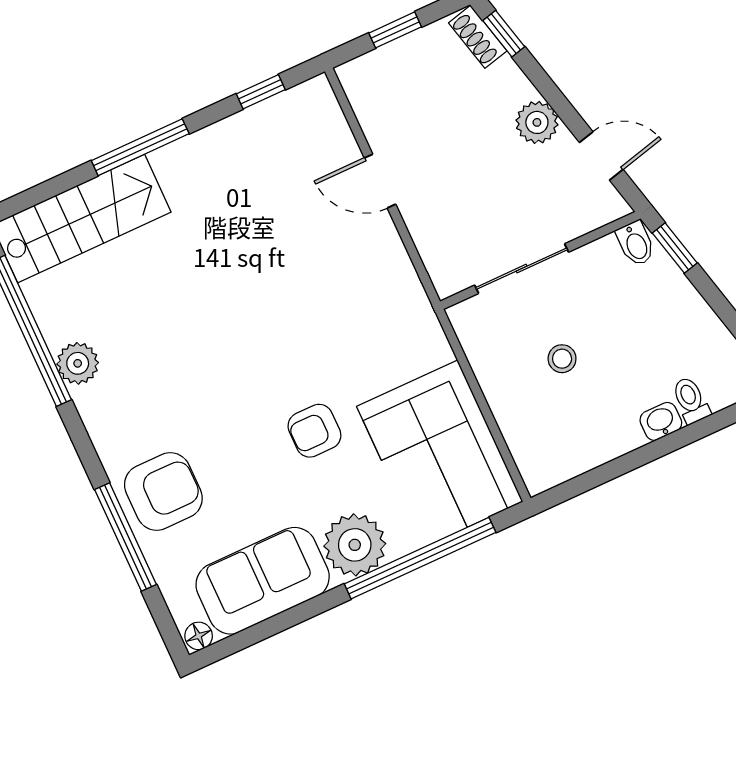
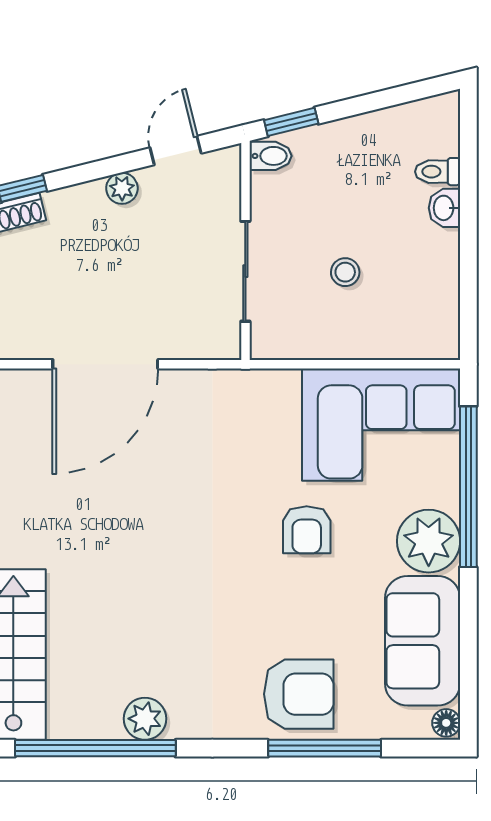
plant: (537, 122) -> (122, 188), width x0.73, depth x0.73
door: (380, 181) -> (105, 364), width x1.87
armchair: (163, 491) -> (299, 694), turned 90

